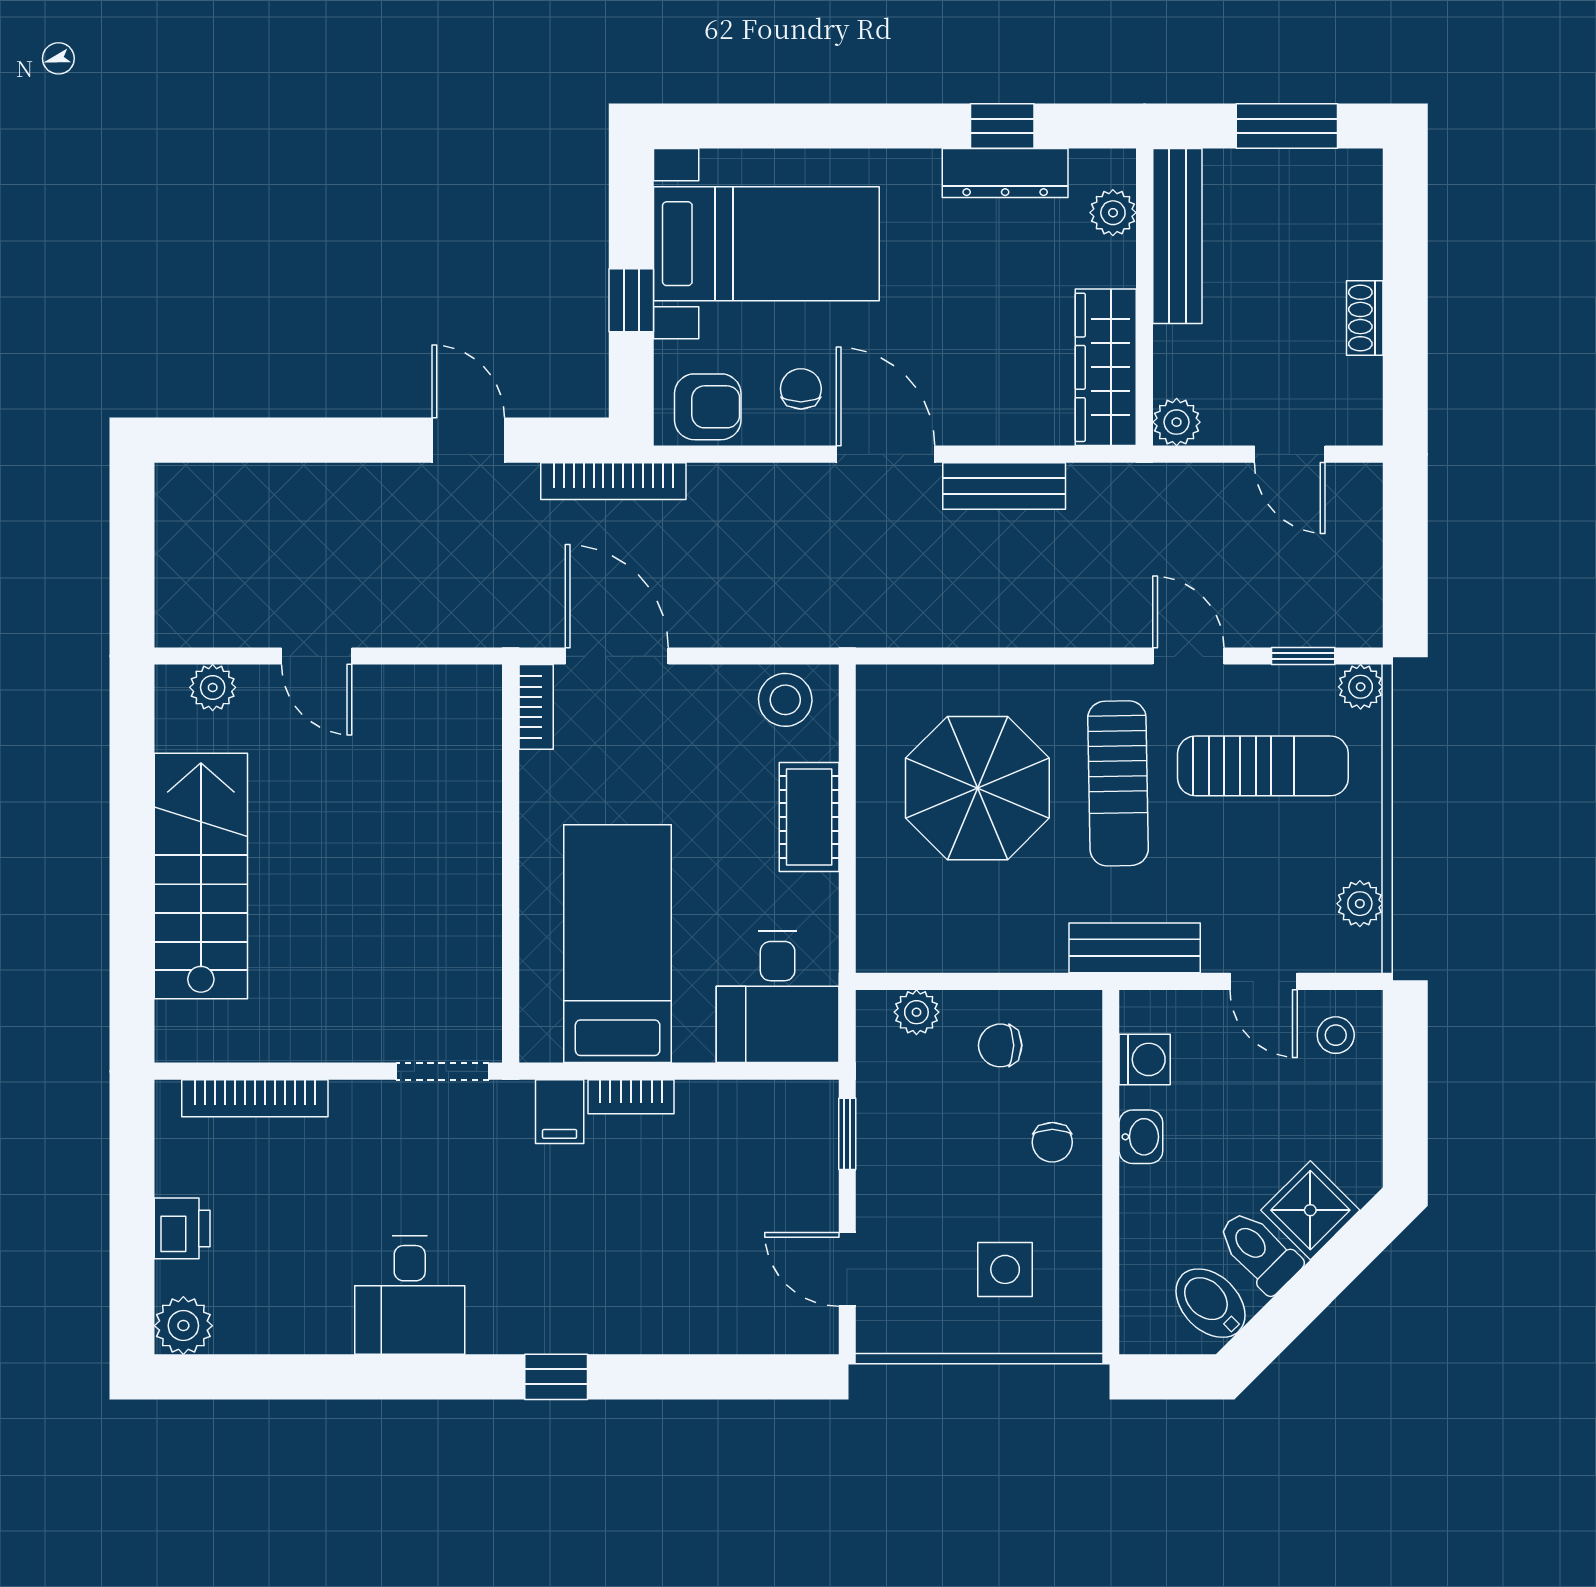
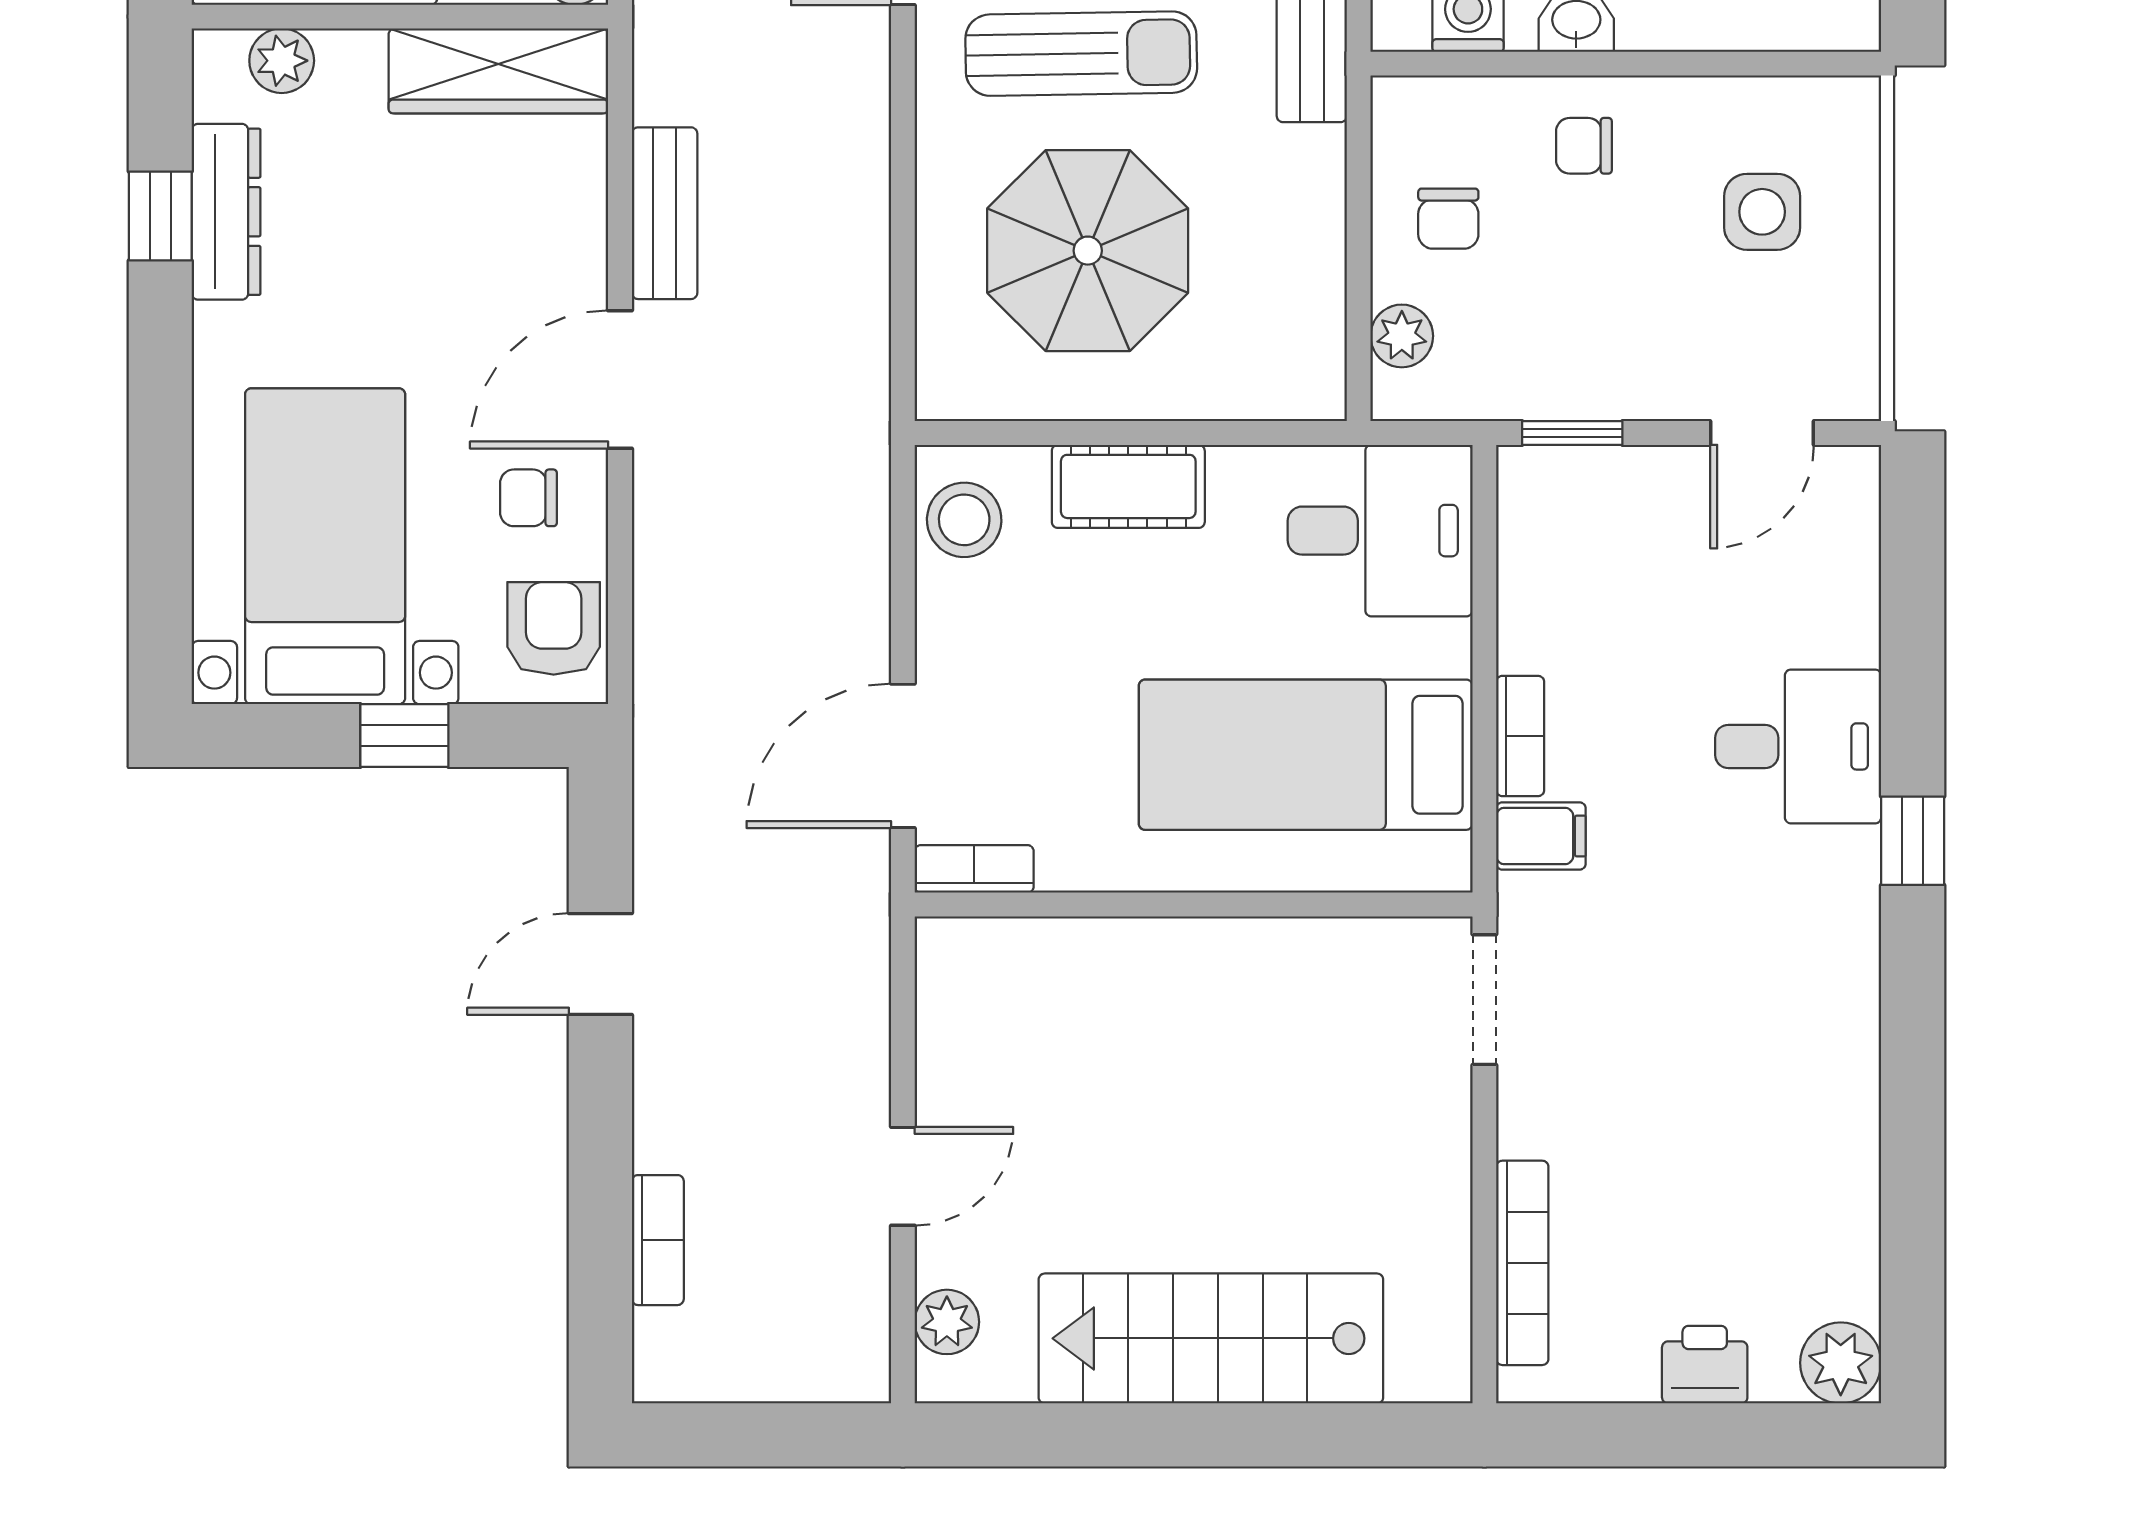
bookcase: (613, 481) -> (658, 1240), moved, width x0.64
chair: (1052, 1142) -> (1584, 146), turned 180
desk: (410, 1295) -> (1798, 746), moved

